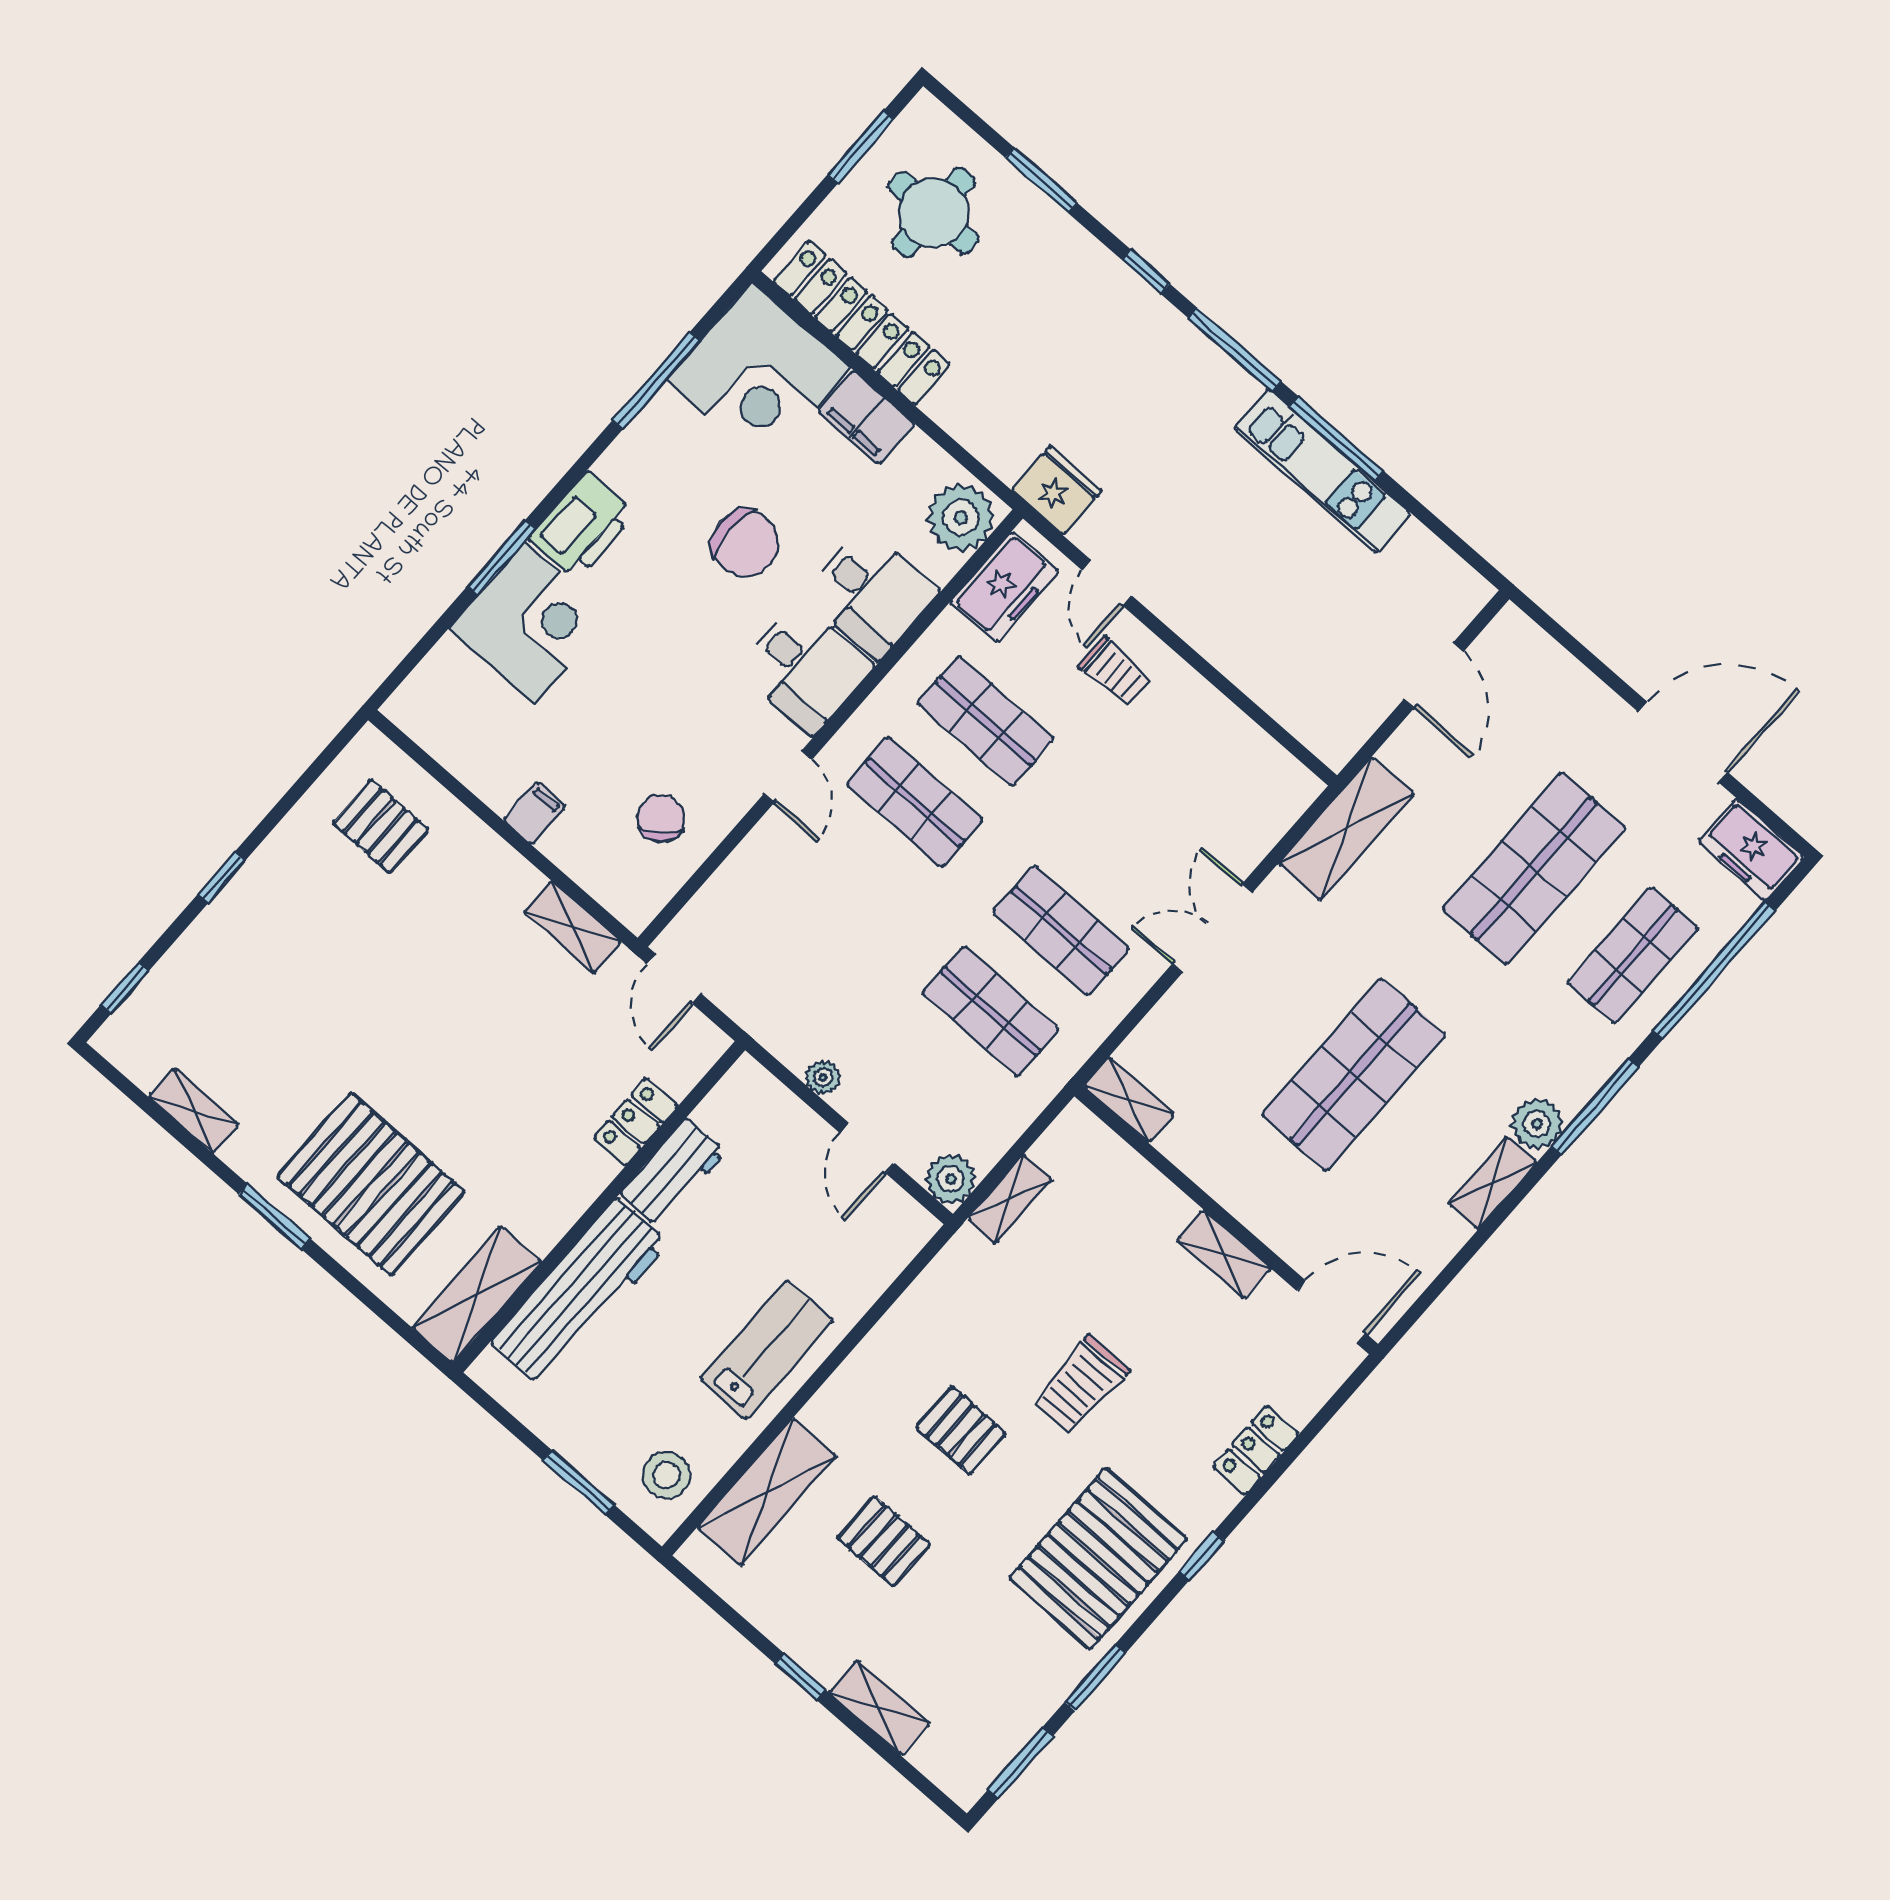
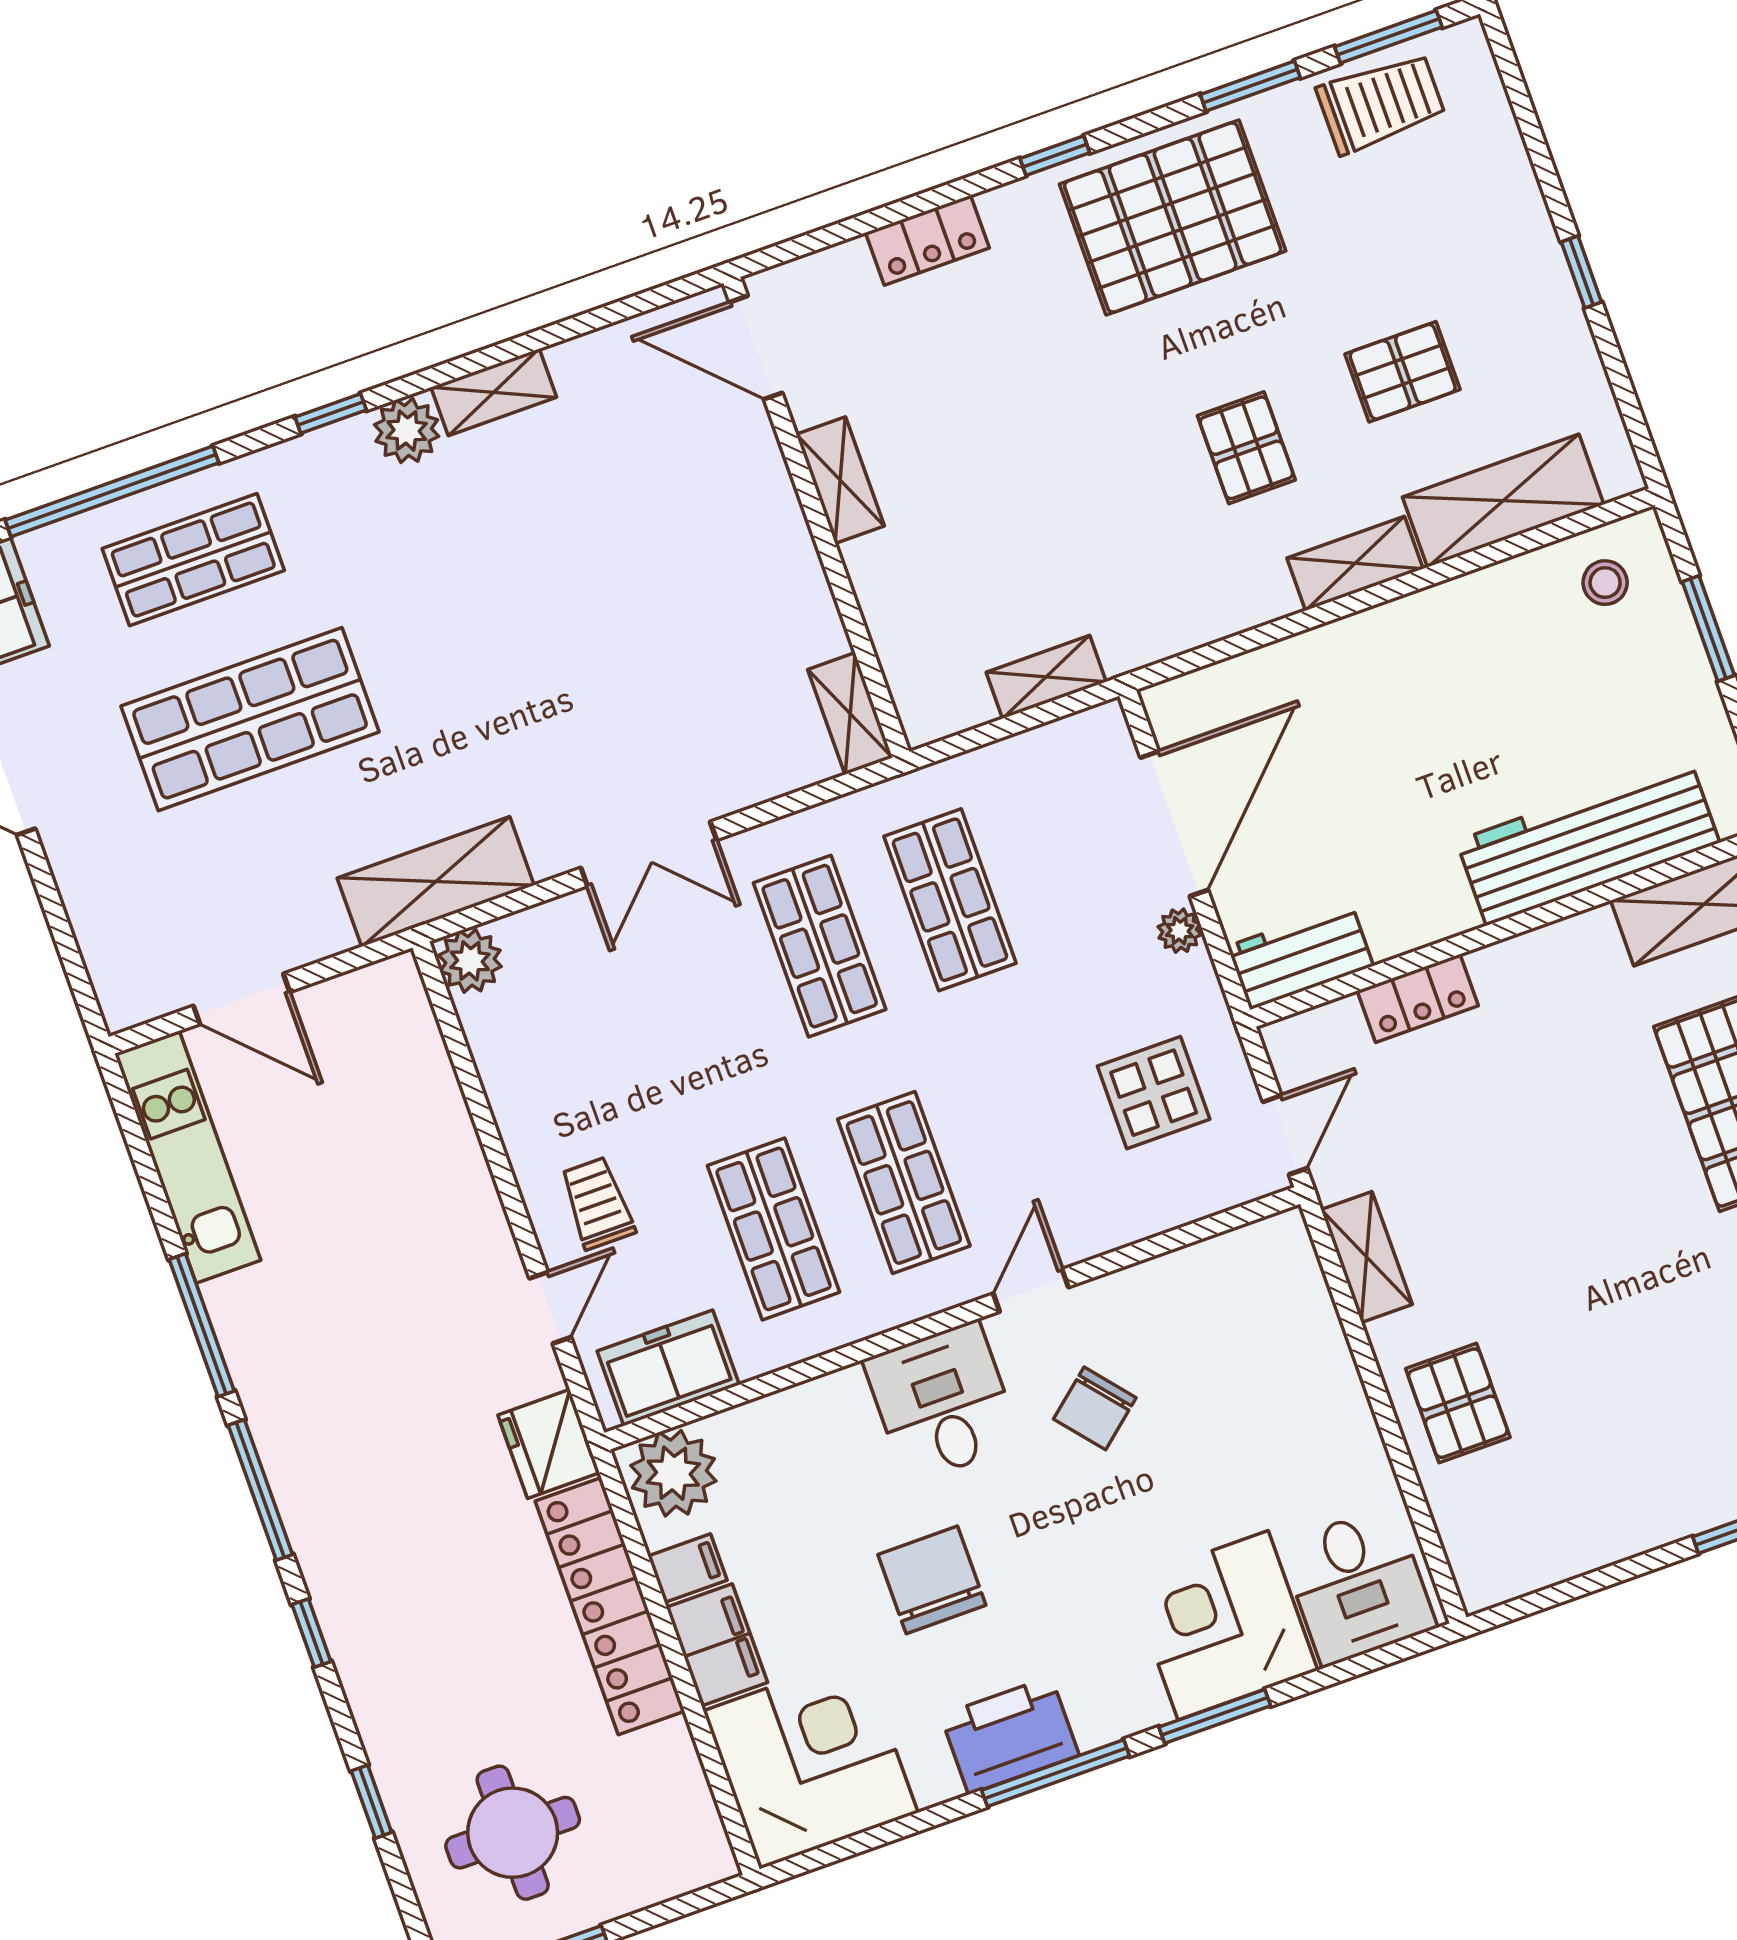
window: (1041, 180) -> (371, 1802), width x0.67
locker: (862, 323) -> (610, 1606), moved
window: (657, 380) -> (1056, 1773), moved
kitchen unit: (1322, 471) -> (188, 1157), moved
printer: (582, 526) -> (1010, 1735), moved
desk: (871, 593) -> (1358, 1586), moved, turned 180
door: (1434, 675) -> (242, 999), swing flipped
filing cabinet: (534, 813) -> (687, 1568), moved, turned 180
chair: (661, 818) -> (1095, 1408), moved
pallet: (381, 826) -> (1458, 1403), moved
display table: (779, 958) -> (1154, 1093), added
shop shelf: (1354, 1075) -> (582, 601), removed
window: (1595, 1106) -> (331, 413), width x0.46
door: (867, 1148) -> (1174, 824), width x1.88
workbench: (673, 1173) -> (1300, 956), moved
plant: (951, 1179) -> (470, 961), moved
lab bench: (767, 1350) -> (1414, 660), removed
trolley: (1081, 1385) -> (1381, 103), moved
stool: (666, 1475) -> (1605, 583), width x0.73, depth x0.73
pallet: (884, 1541) -> (1403, 372), turned 90
shelving: (879, 1708) -> (1355, 563), moved, turned 90

